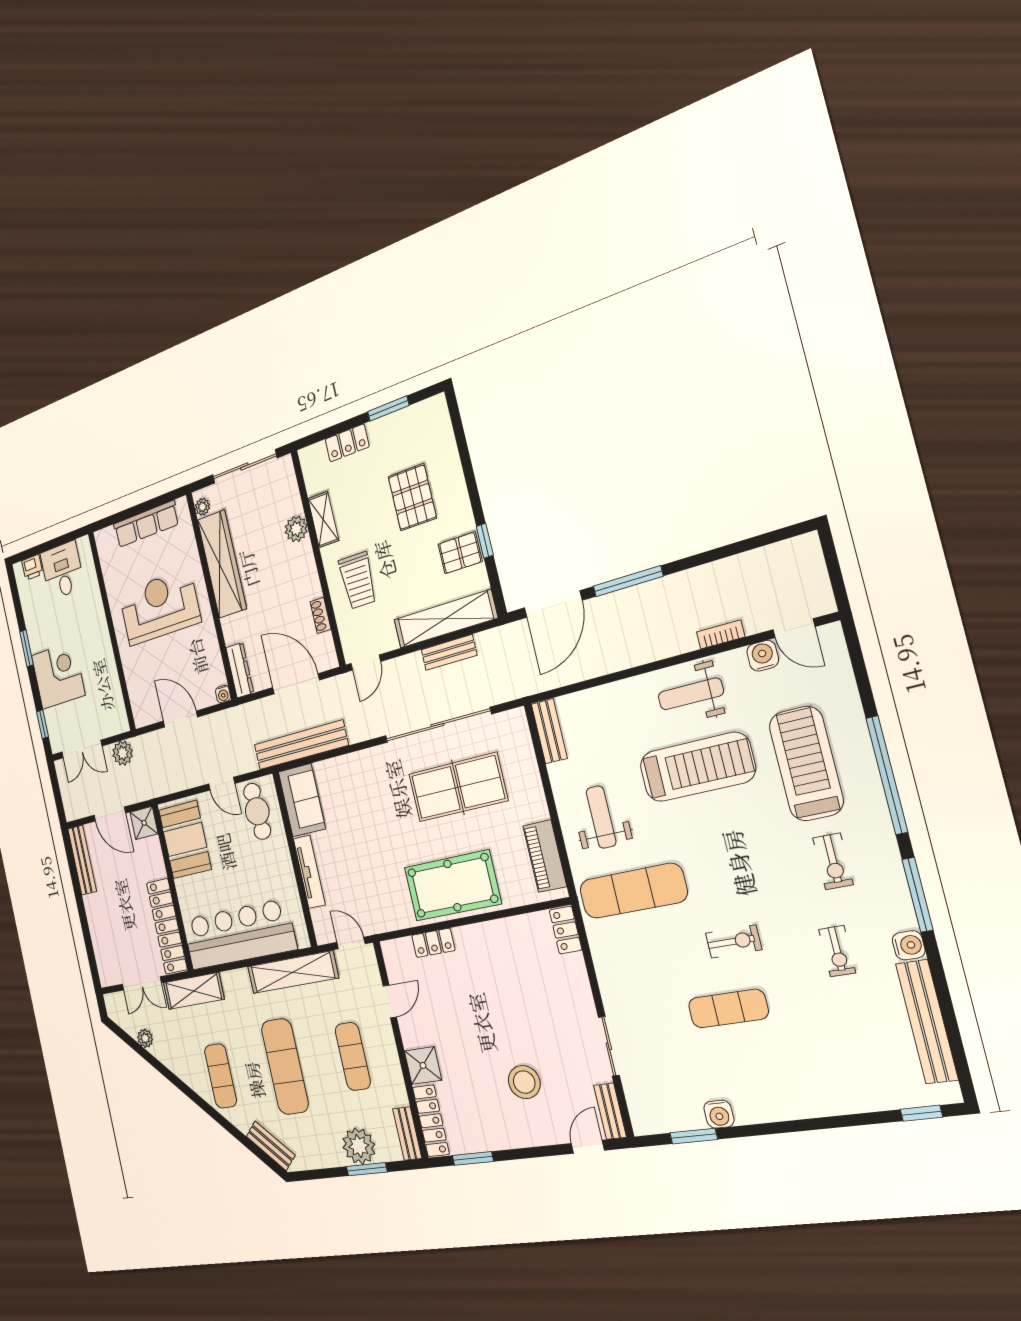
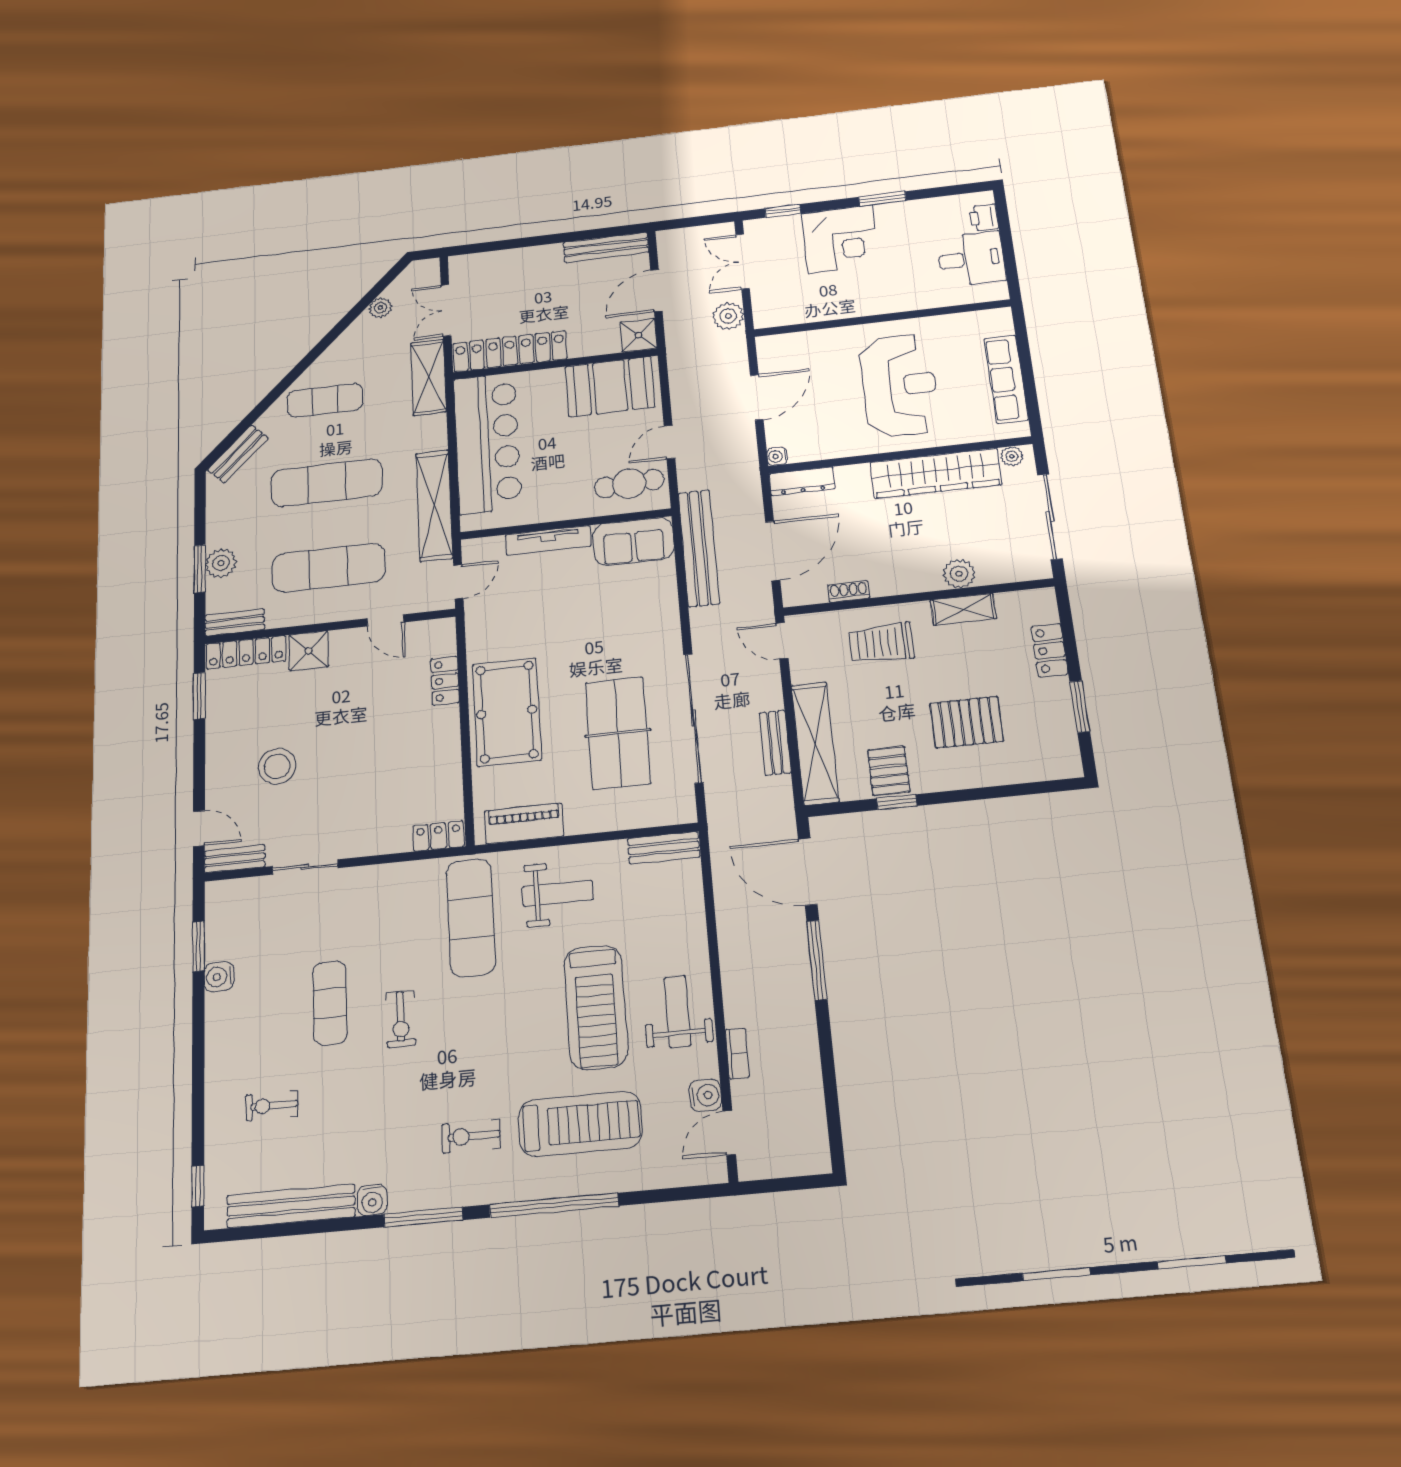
exercise bike: (837, 951) -> (272, 1106), moved
exercise mat: (353, 1056) -> (329, 568), width x1.36, depth x1.45
plant: (359, 1146) -> (221, 563), width x0.73, depth x0.73

